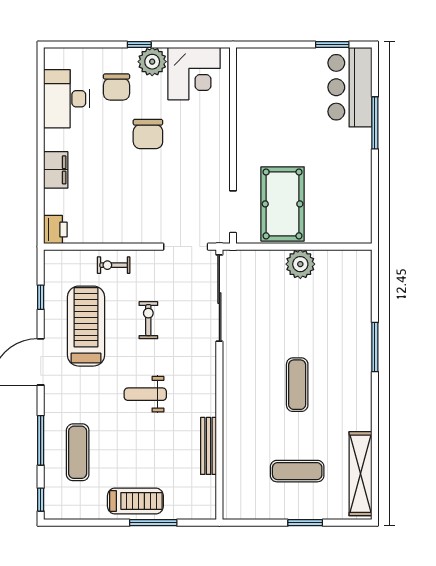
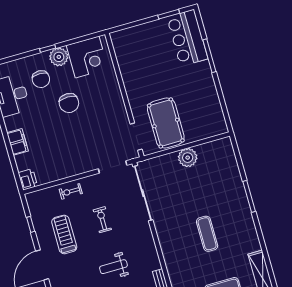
treadmill: (86, 326) -> (64, 234), width x0.73, depth x0.73

